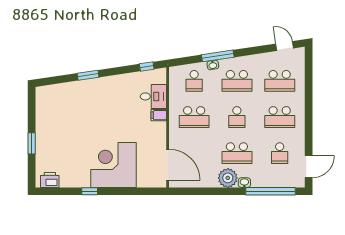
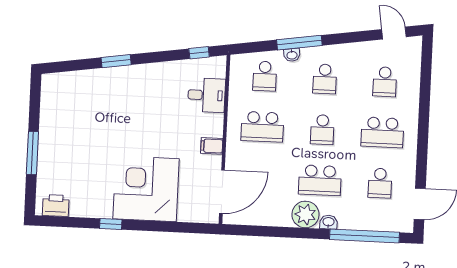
school desk: (237, 81) -> (325, 79), width x0.54
school desk: (280, 81) -> (385, 82), width x0.54
filing cabinet: (159, 115) -> (212, 146), moved
window: (32, 143) -> (32, 153), width x1.44
door: (168, 165) -> (222, 192), hinge flipped

